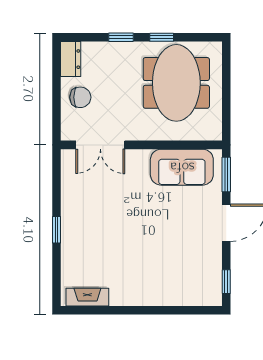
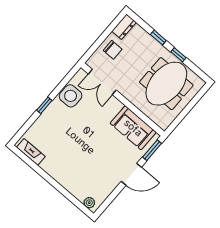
side table: (77, 193) -> (71, 96), added
window: (226, 282) -> (106, 203), removed
plant: (206, 298) -> (89, 203), added

